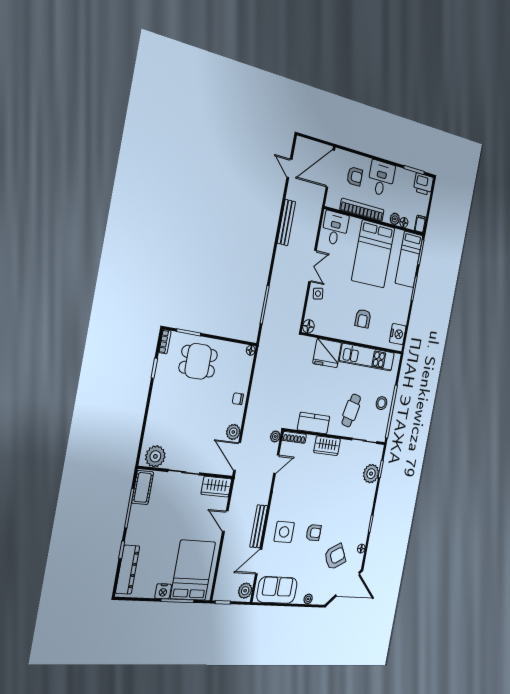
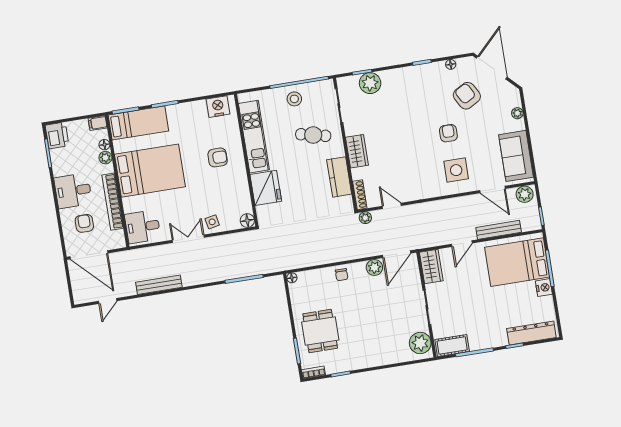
bench: (259, 526) -> (499, 230), moved

